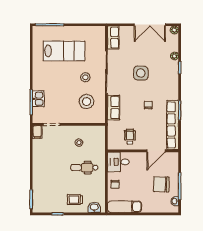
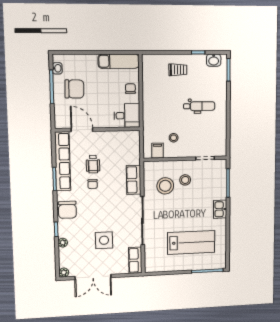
double door: (150, 25) -> (93, 277), swing flipped
lab bench: (64, 51) -> (191, 242), turned 180
side table: (141, 73) -> (104, 240), moved
stool: (85, 77) -> (185, 180), moved
chair: (170, 84) -> (67, 210), added
kitchen sink: (38, 99) -> (220, 209), moved
filing cabinet: (37, 132) -> (157, 151), moved
wheelchair: (130, 137) -> (93, 164), moved
door: (156, 151) -> (82, 130), hinge flipped
dental chair: (84, 168) -> (199, 106), moved
washbasin: (94, 207) -> (214, 60), moved

